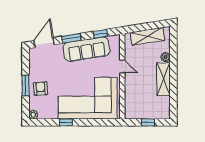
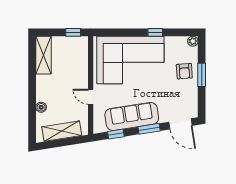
door: (44, 43) -> (180, 124), hinge flipped
shelving: (163, 79) -> (43, 55), moved
window: (148, 122) -> (73, 32), moved

